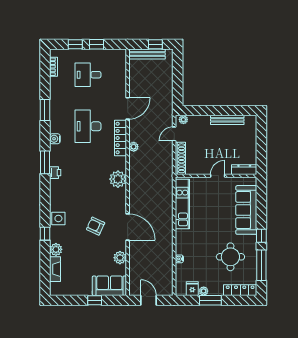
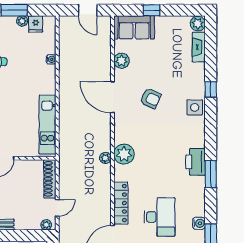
water cooler: (55, 139) -> (199, 223), moved
plant: (134, 147) -> (105, 158), moved
printer: (55, 173) -> (195, 162), width x1.87, depth x1.48
plant: (56, 249) -> (198, 24), moved

